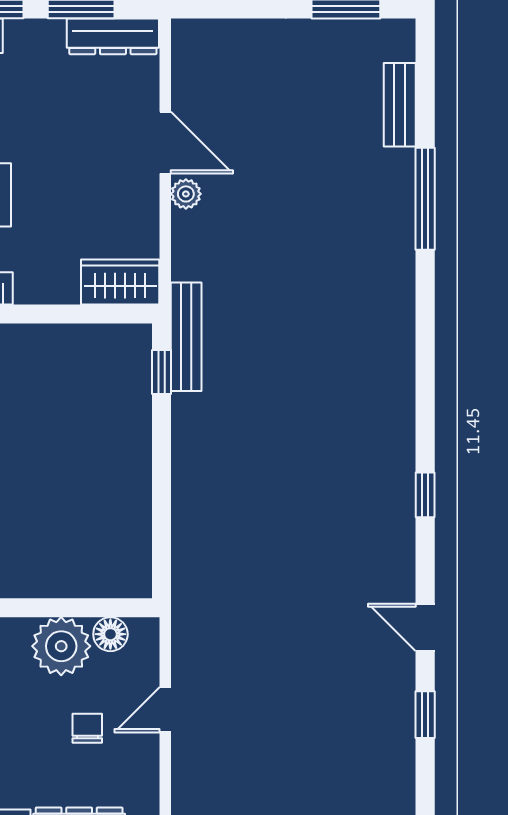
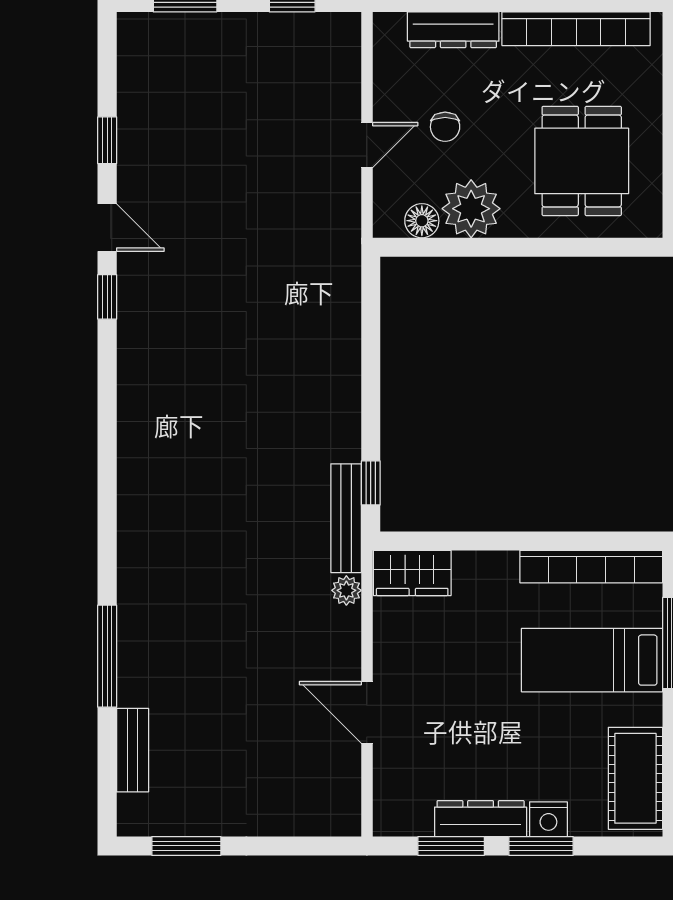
dresser: (113, 36) -> (481, 819), moved
plant: (186, 194) -> (346, 590), moved
window: (425, 495) -> (107, 297), moved

